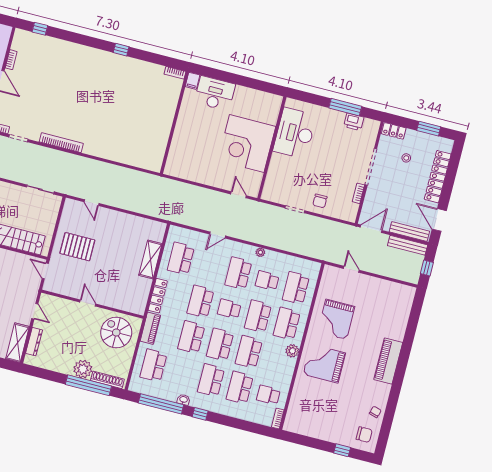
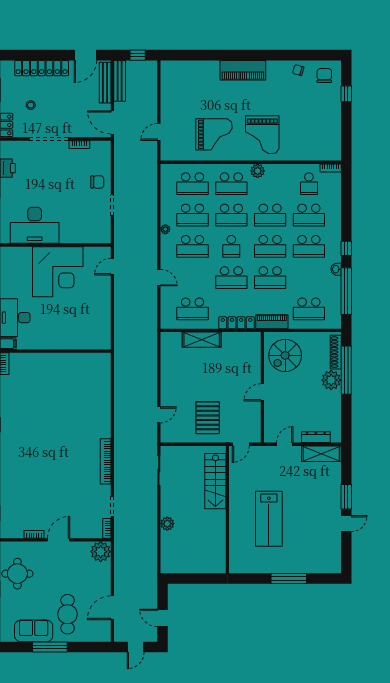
school desk: (267, 281) -> (193, 215), width x1.85

